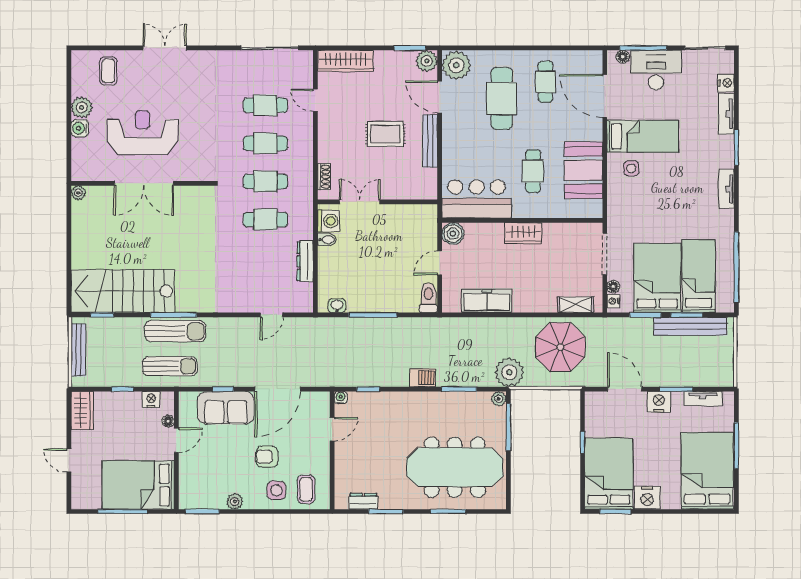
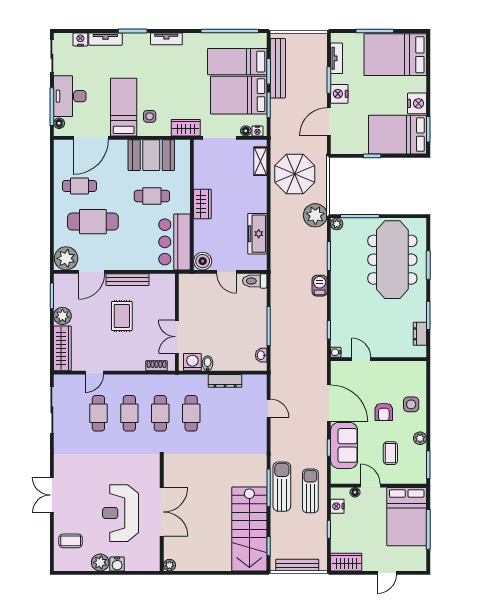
plant: (427, 61) -> (62, 316), moved
wardrobe: (617, 213) -> (186, 128), added
coffee table: (306, 489) -> (390, 453), moved, turned 90

